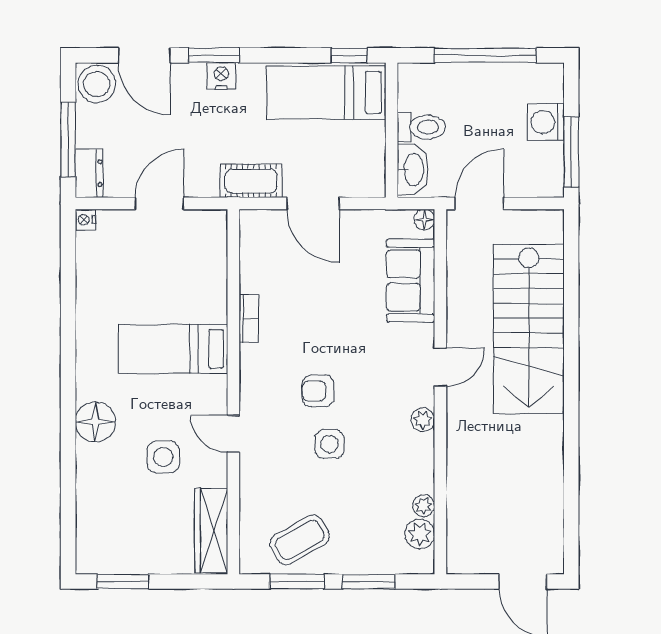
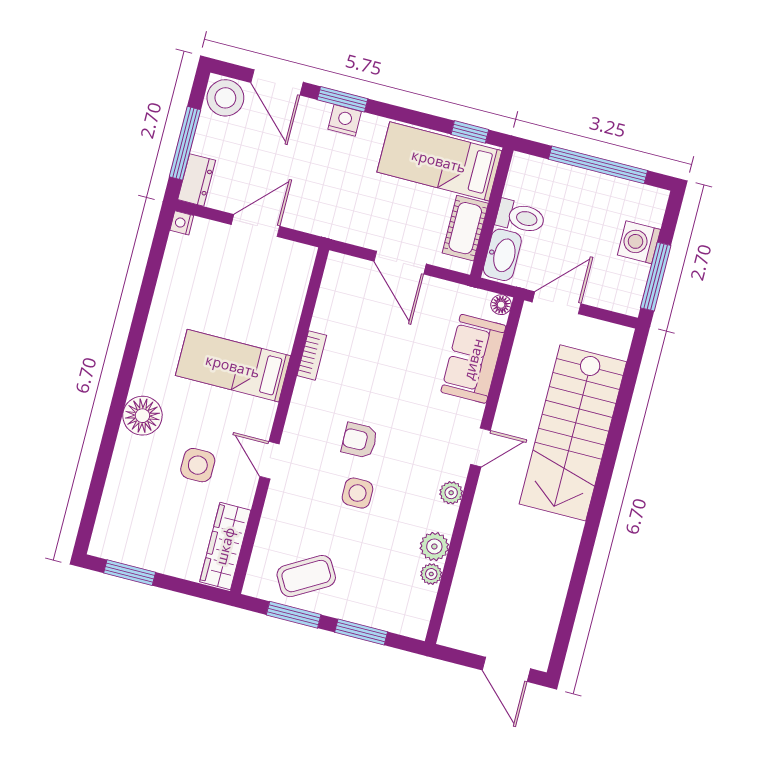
cot: (251, 181) -> (465, 228), moved, turned 90
plant: (420, 534) -> (434, 546), moved

